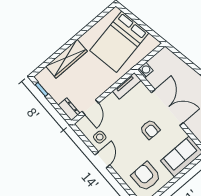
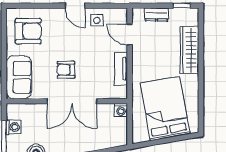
tv unit: (127, 86) -> (121, 69), moved
dresser: (69, 109) -> (156, 15), moved

